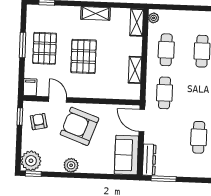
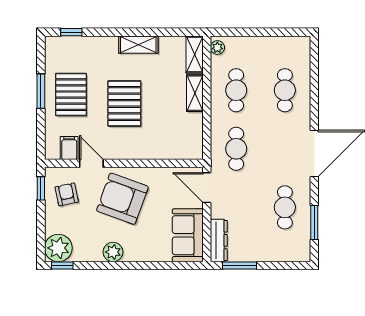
shelving: (135, 70) -> (195, 93), moved
filing cabinet: (30, 87) -> (69, 148), moved

